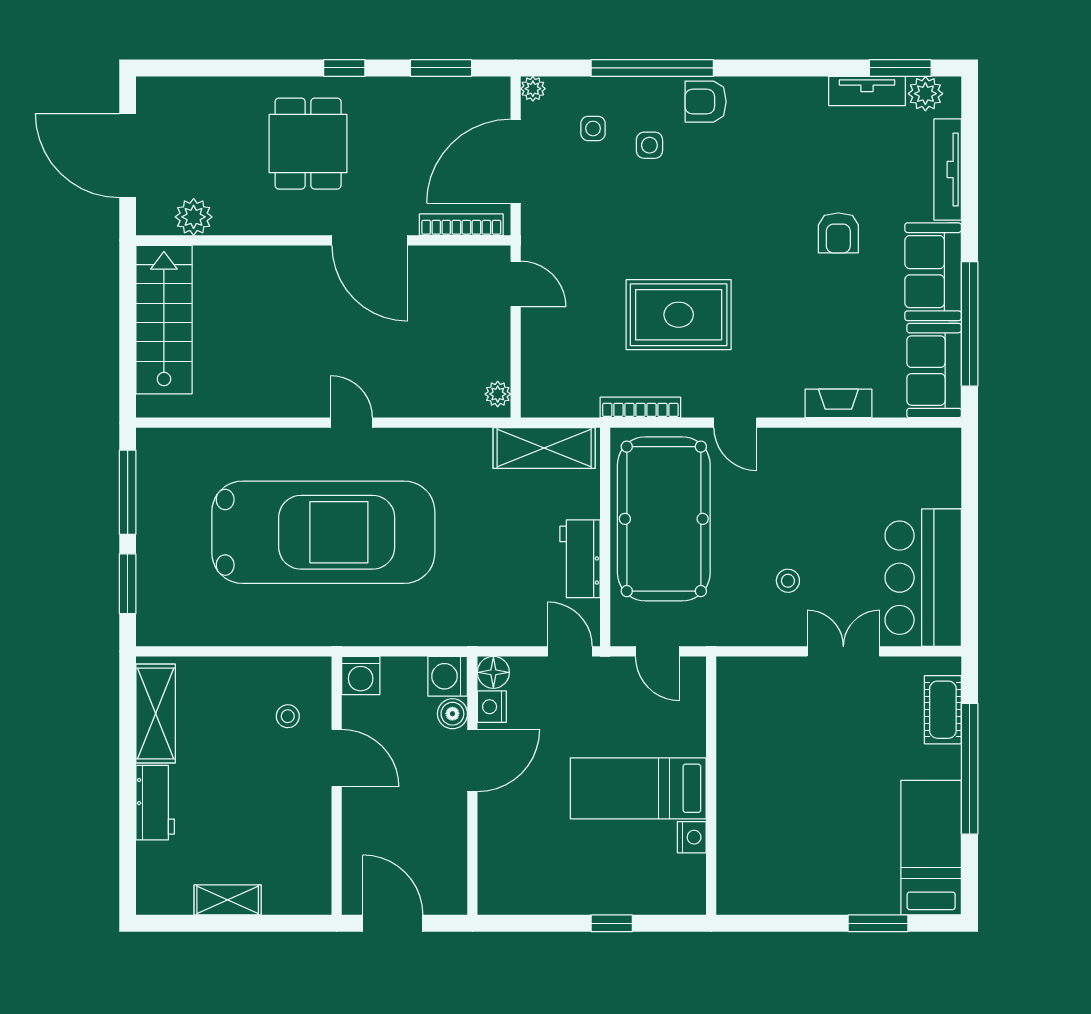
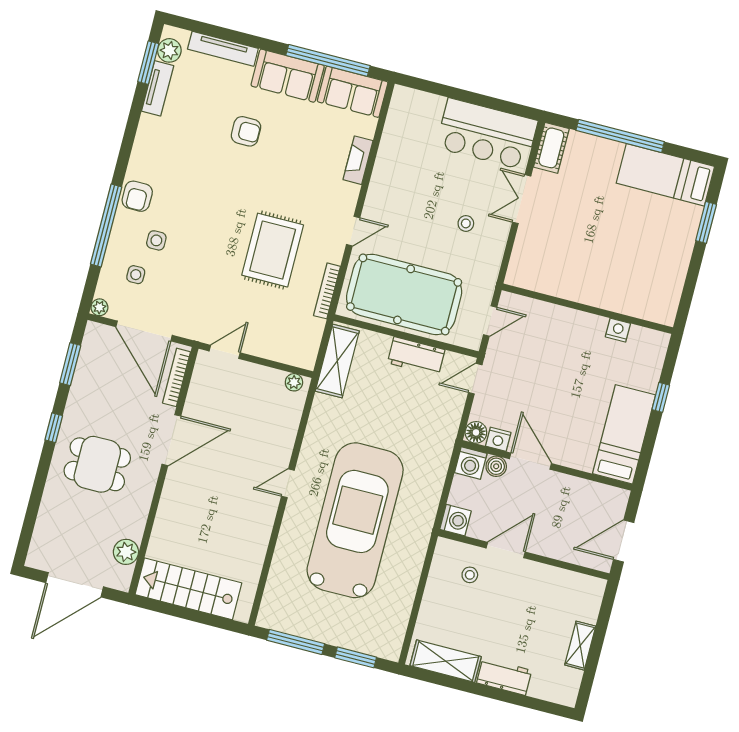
cot: (943, 710) -> (551, 148), moved, turned 90
bed: (638, 788) -> (624, 434), moved, turned 180

